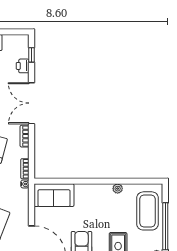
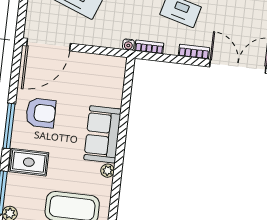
sofa: (54, 195) -> (103, 134), moved

